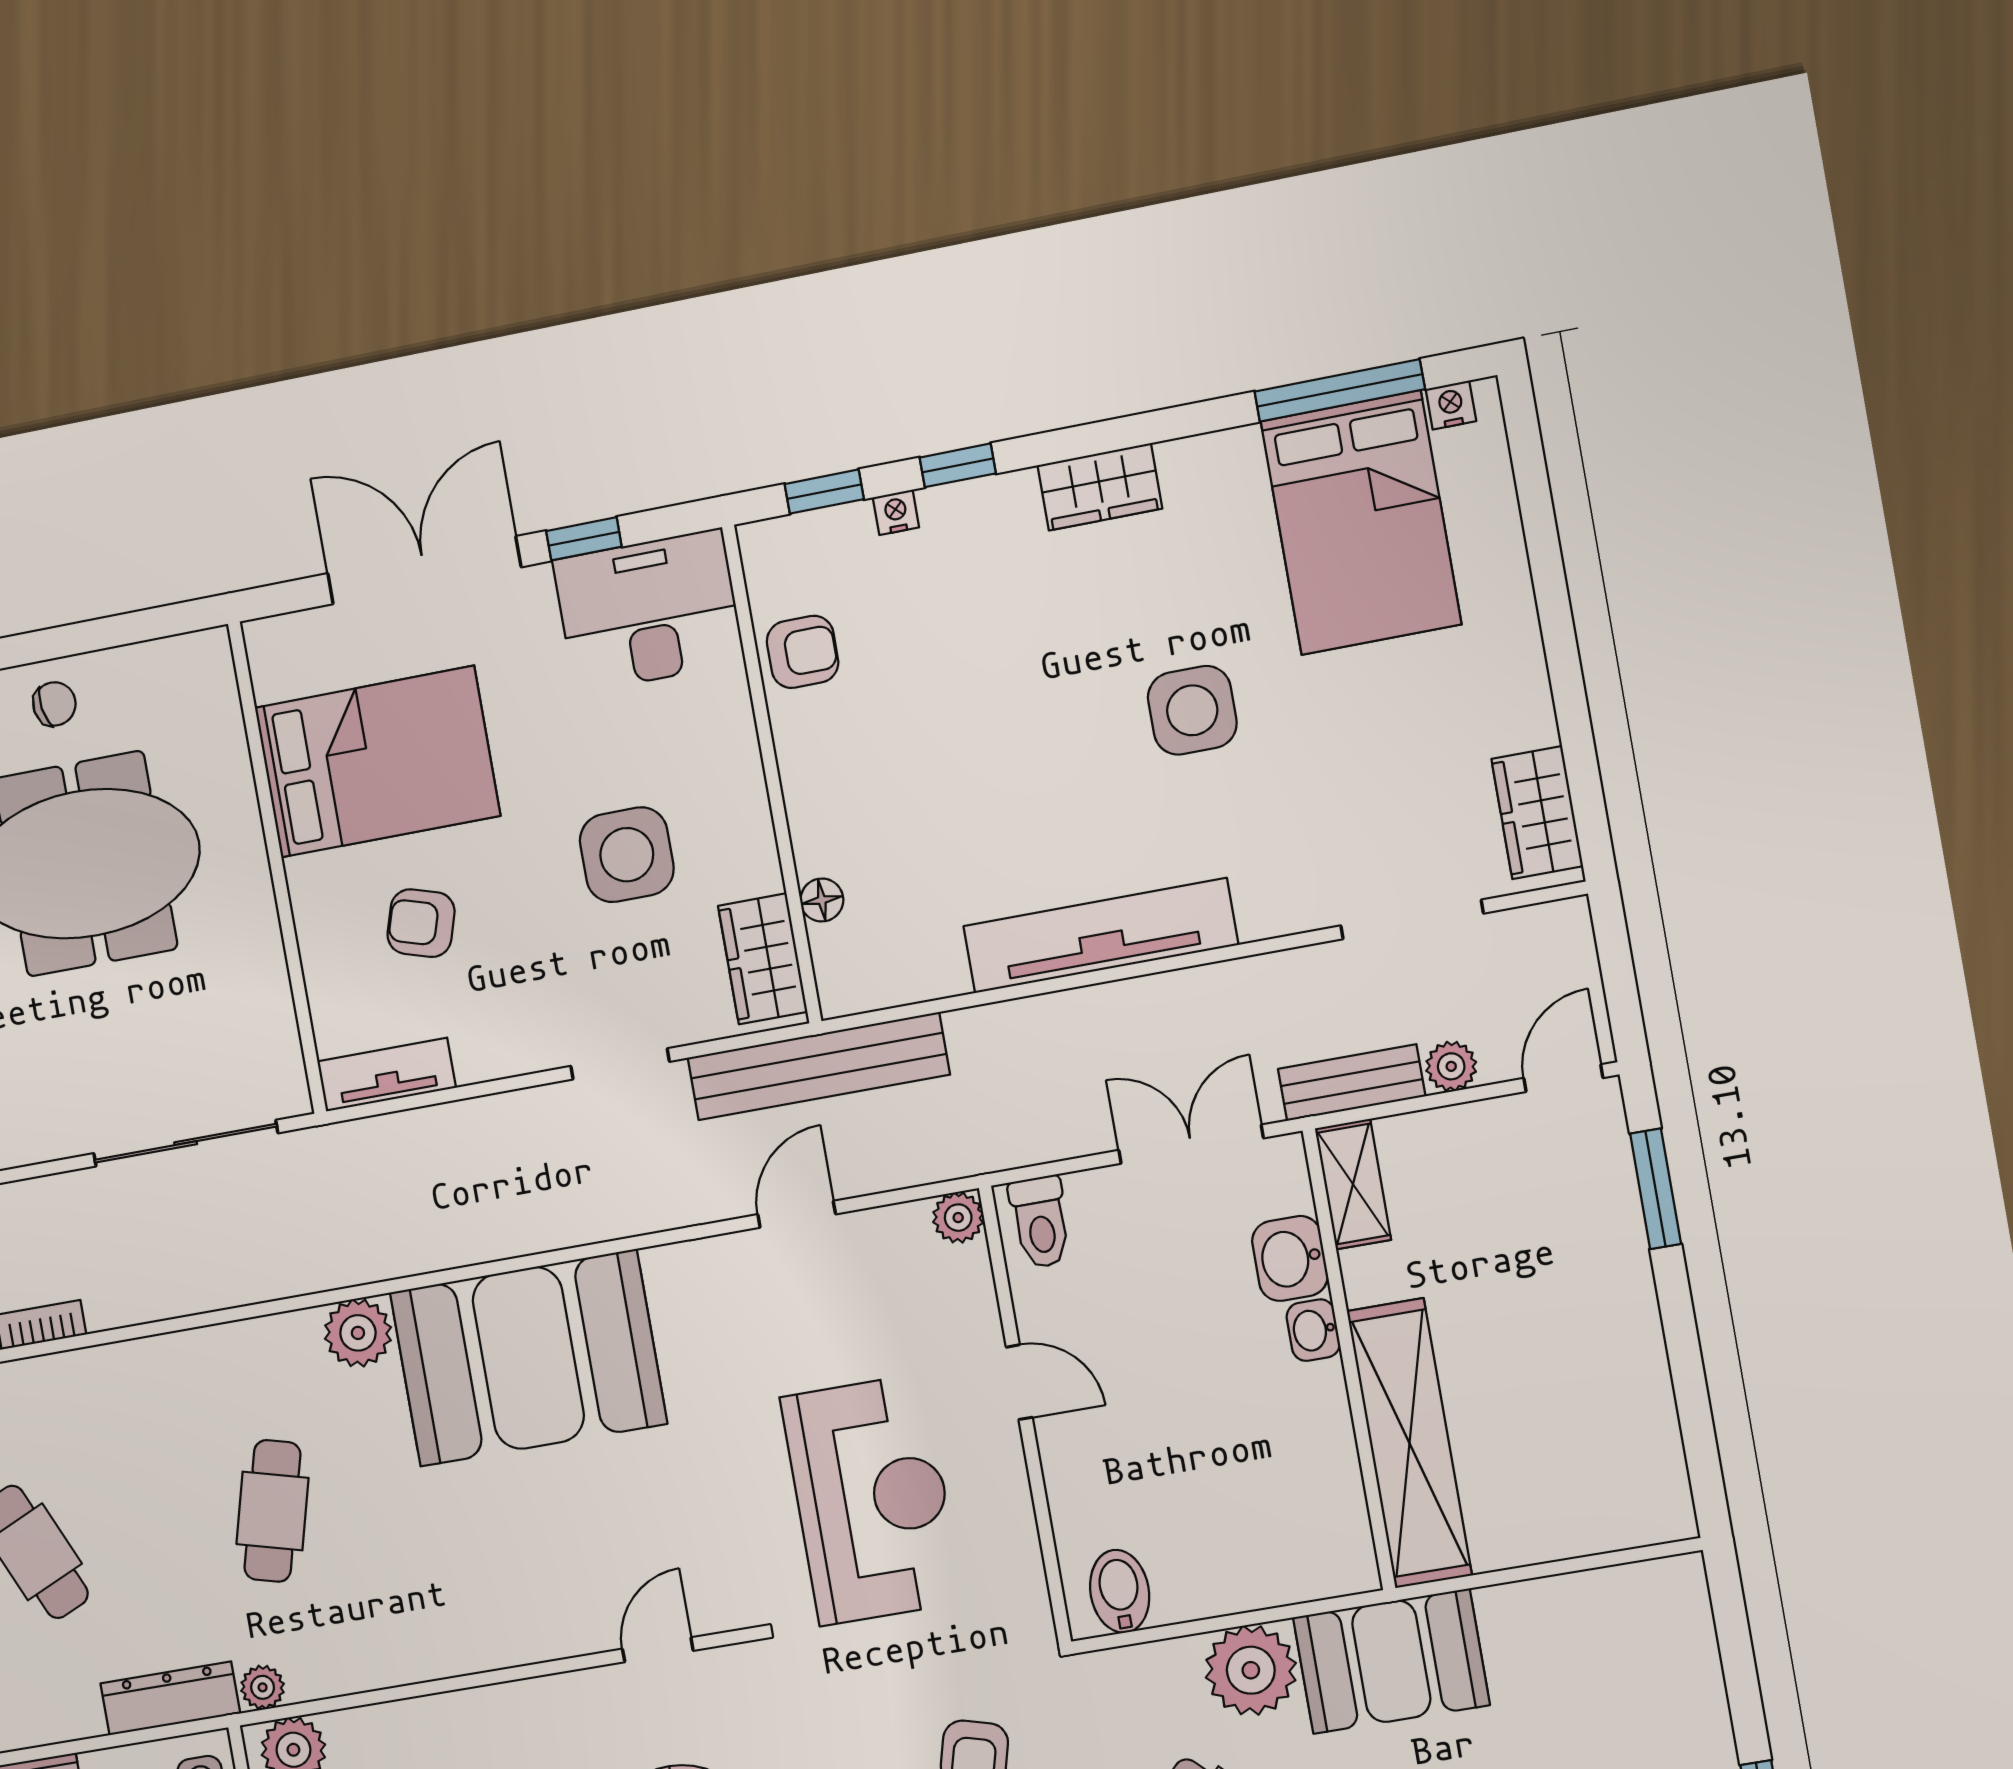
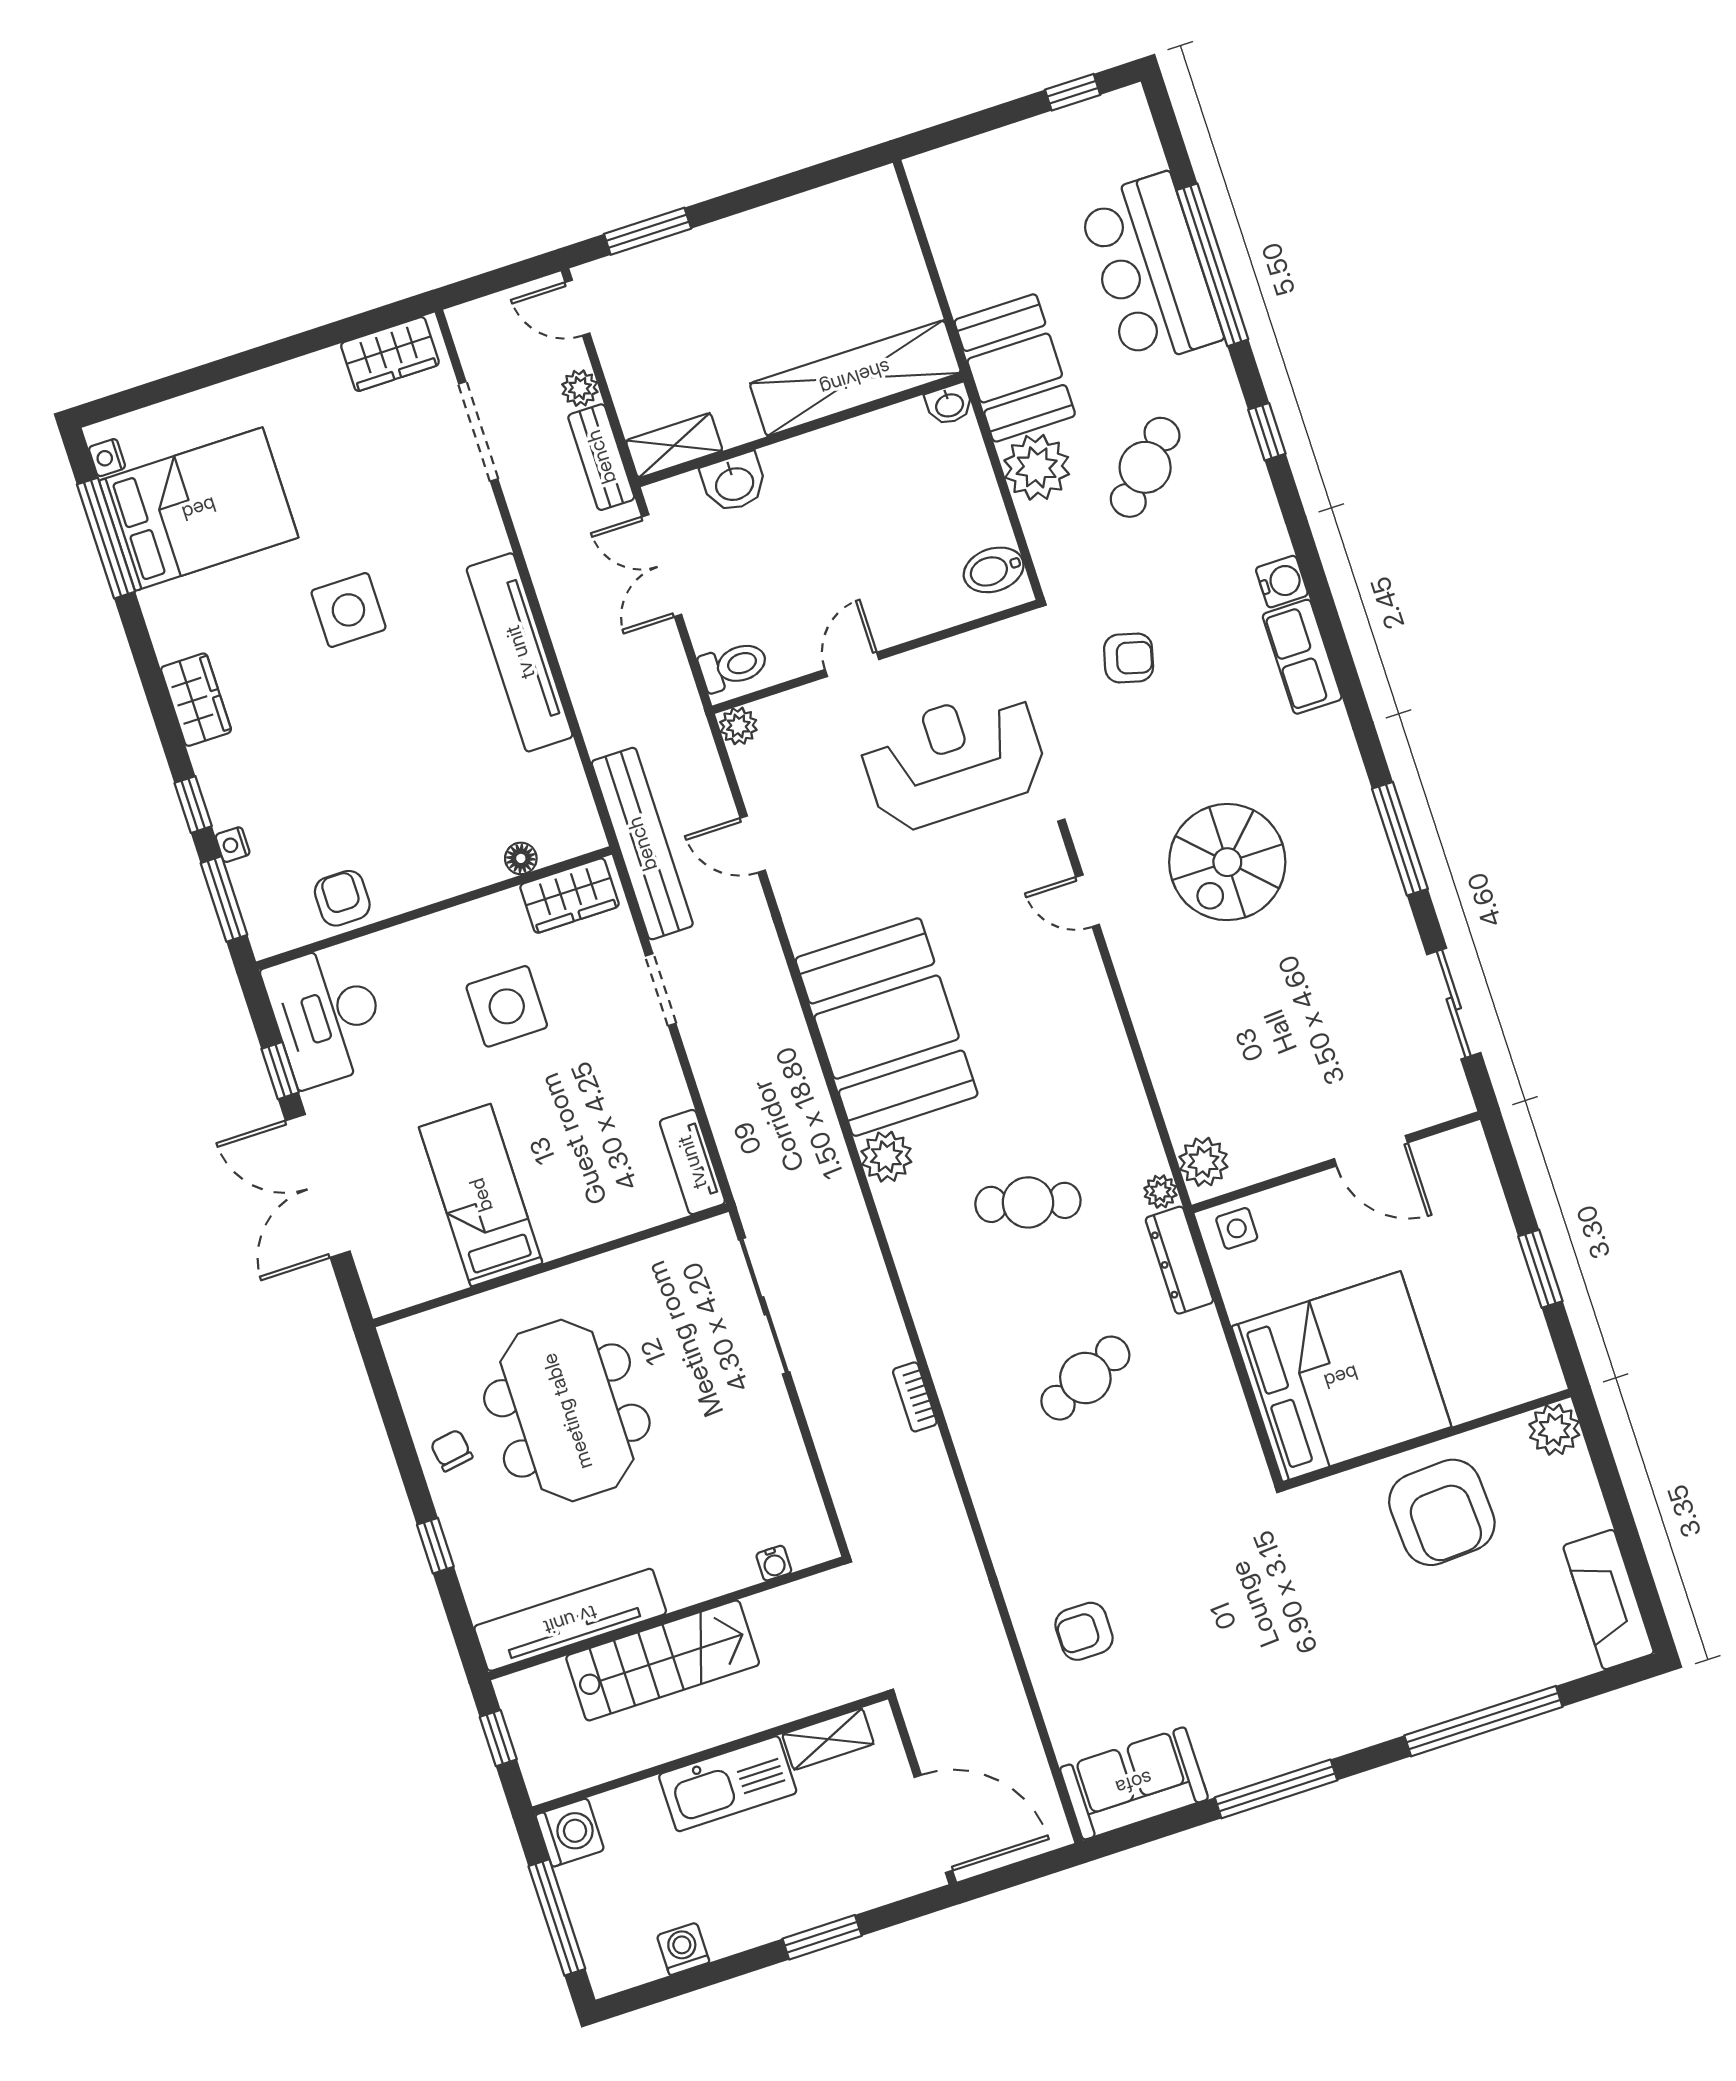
window: (824, 492) -> (224, 899), width x1.50
bed: (377, 762) -> (481, 1195), width x0.67
armchair: (421, 923) -> (577, 1152), removed
washbasin: (1313, 1330) -> (949, 404), moved

